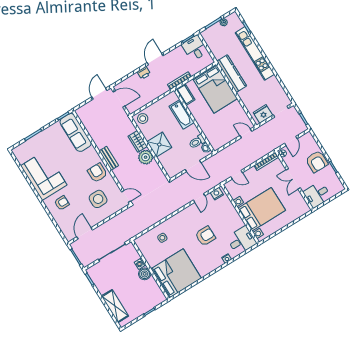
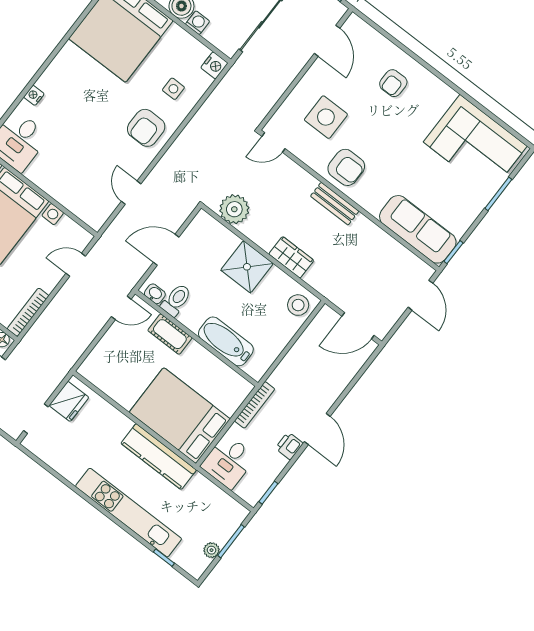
desk: (195, 48) -> (228, 461), moved, turned 90
printer: (144, 73) -> (289, 446), moved
door: (99, 94) -> (420, 295), moved
cot: (185, 94) -> (170, 334), moved
door: (246, 133) -> (121, 308), moved
plant: (146, 157) -> (234, 209), moved
corner sofa: (44, 175) -> (475, 144), moved
nightstand: (217, 194) -> (214, 65), moved
armchair: (205, 236) -> (146, 128), moved

